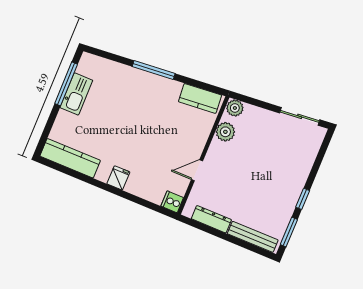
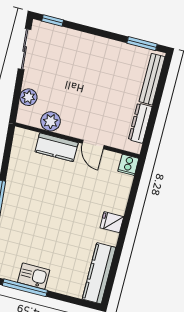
kitchen sink: (76, 94) -> (34, 276), width x0.73
kitchen counter: (200, 98) -> (57, 147), moved, turned 95
plant: (235, 108) -> (28, 97), moved
window: (303, 199) -> (53, 20), moved

